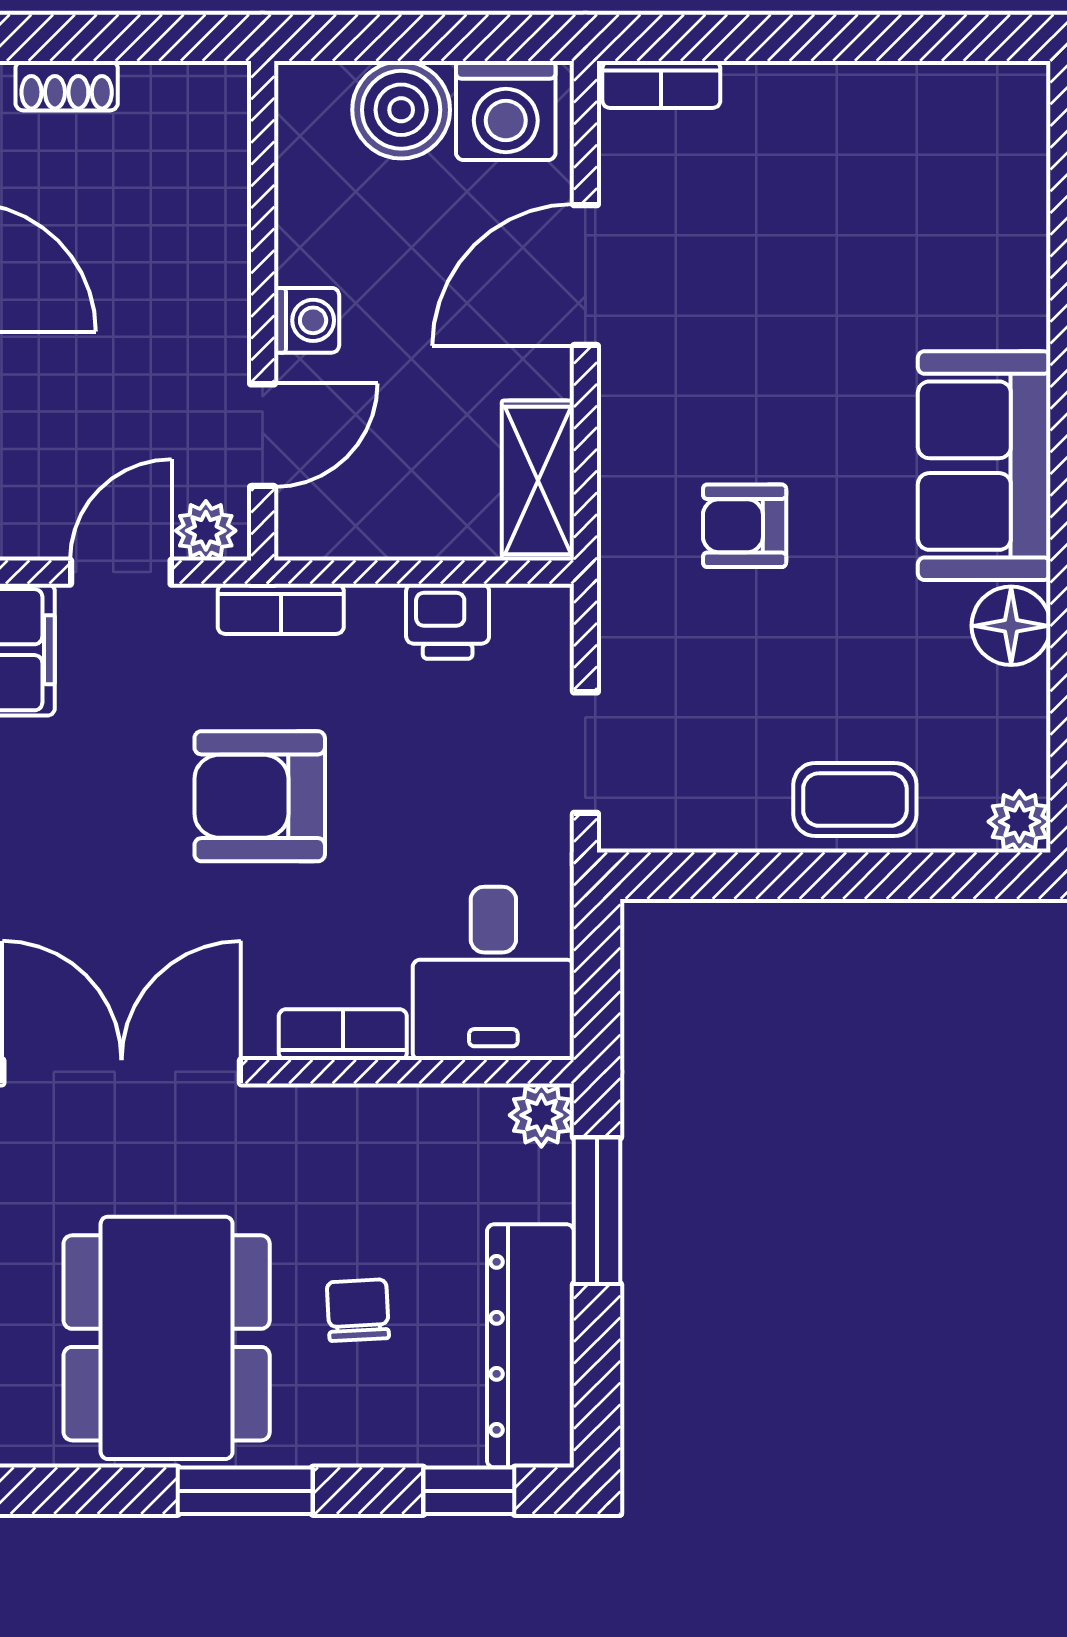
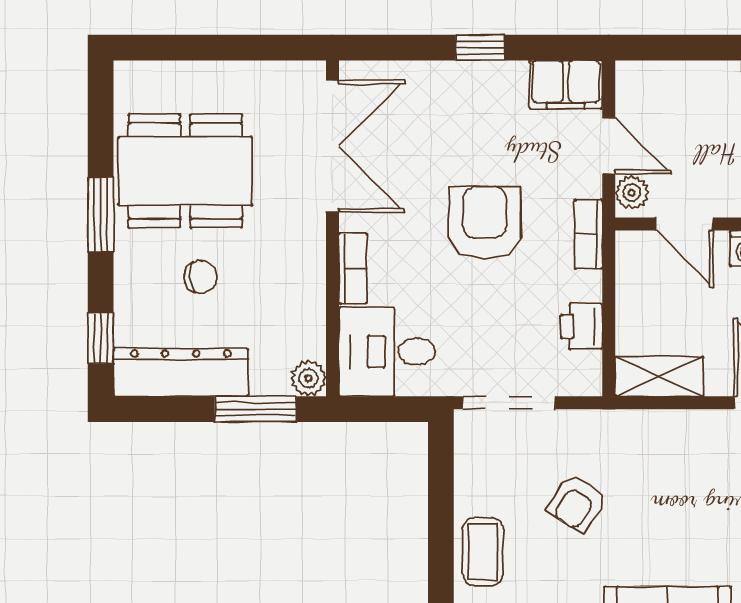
armchair: (745, 526) -> (577, 503), moved, turned -146
doorway: (585, 753) -> (509, 403), width x1.38

